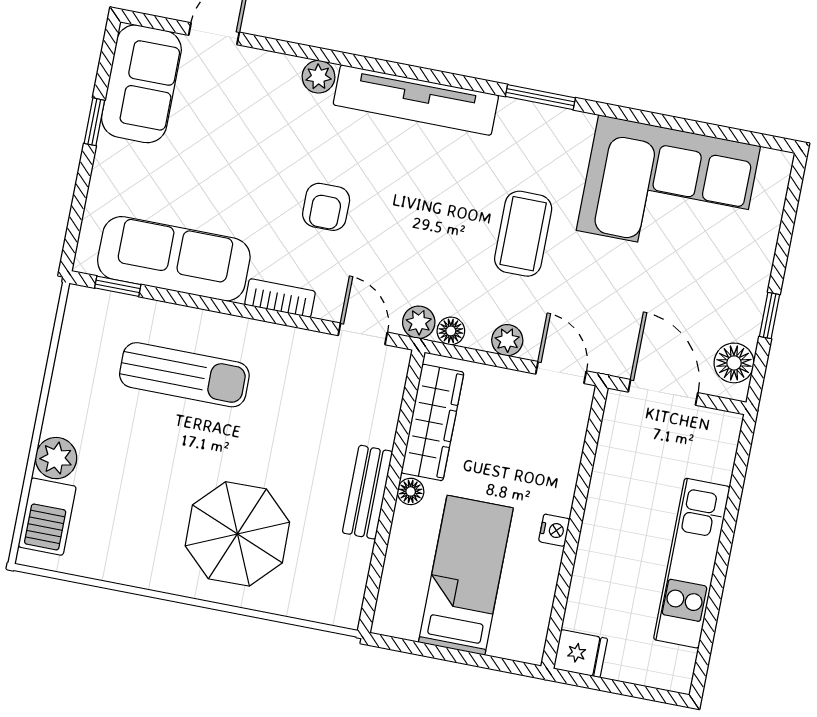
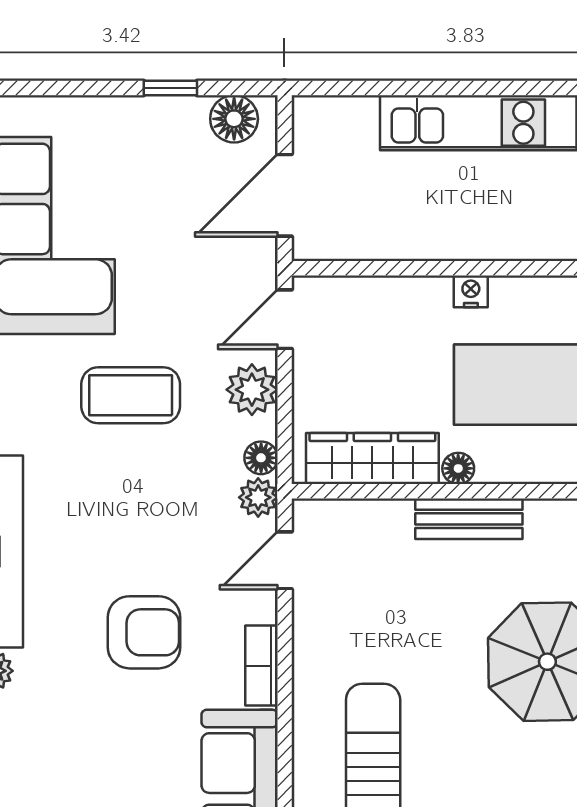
armchair: (326, 207) -> (144, 632), width x1.38, depth x1.38
plant: (507, 340) -> (252, 390), width x1.38, depth x1.38

